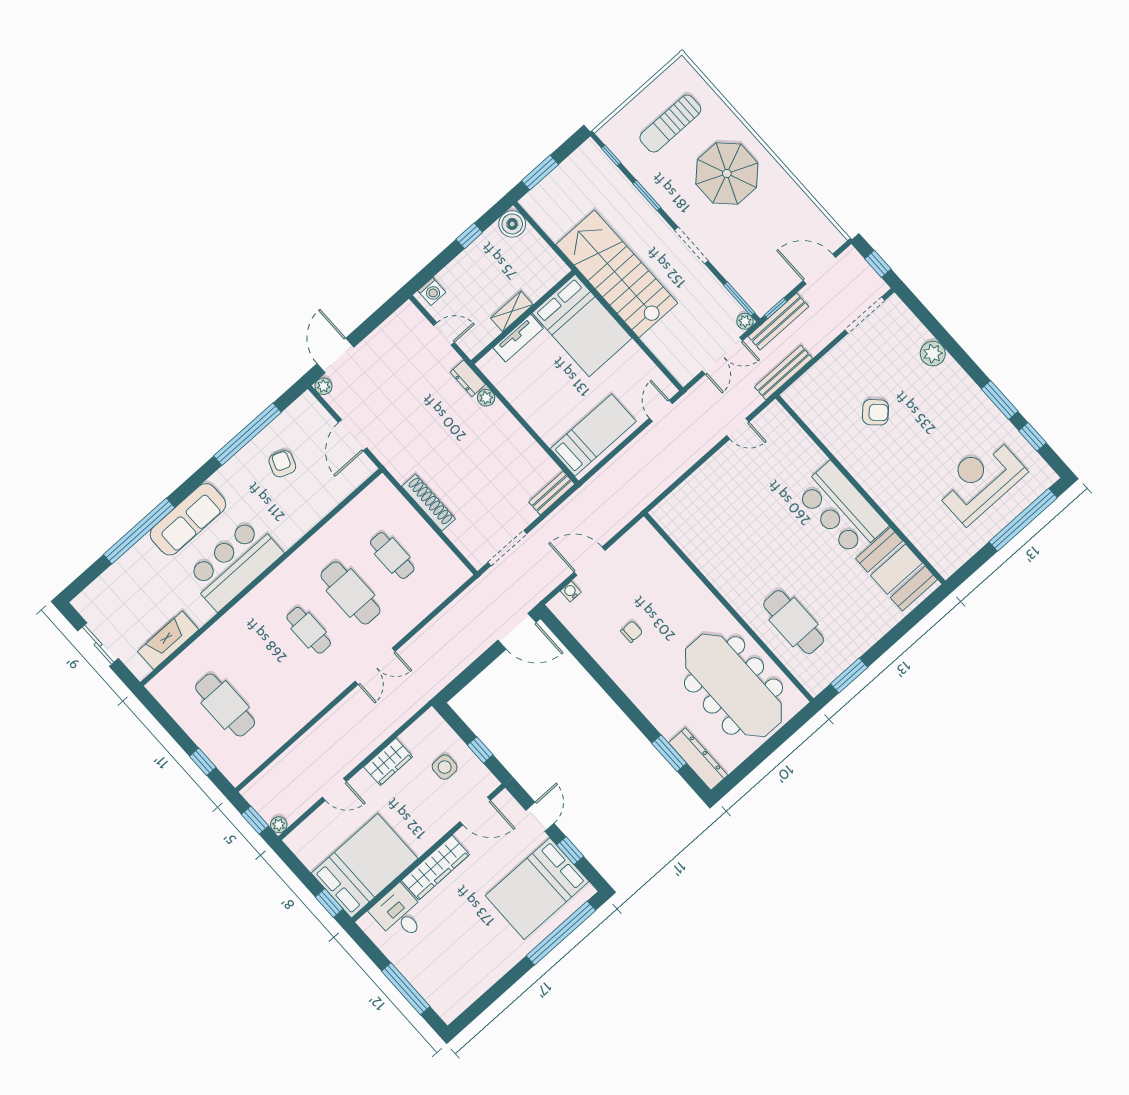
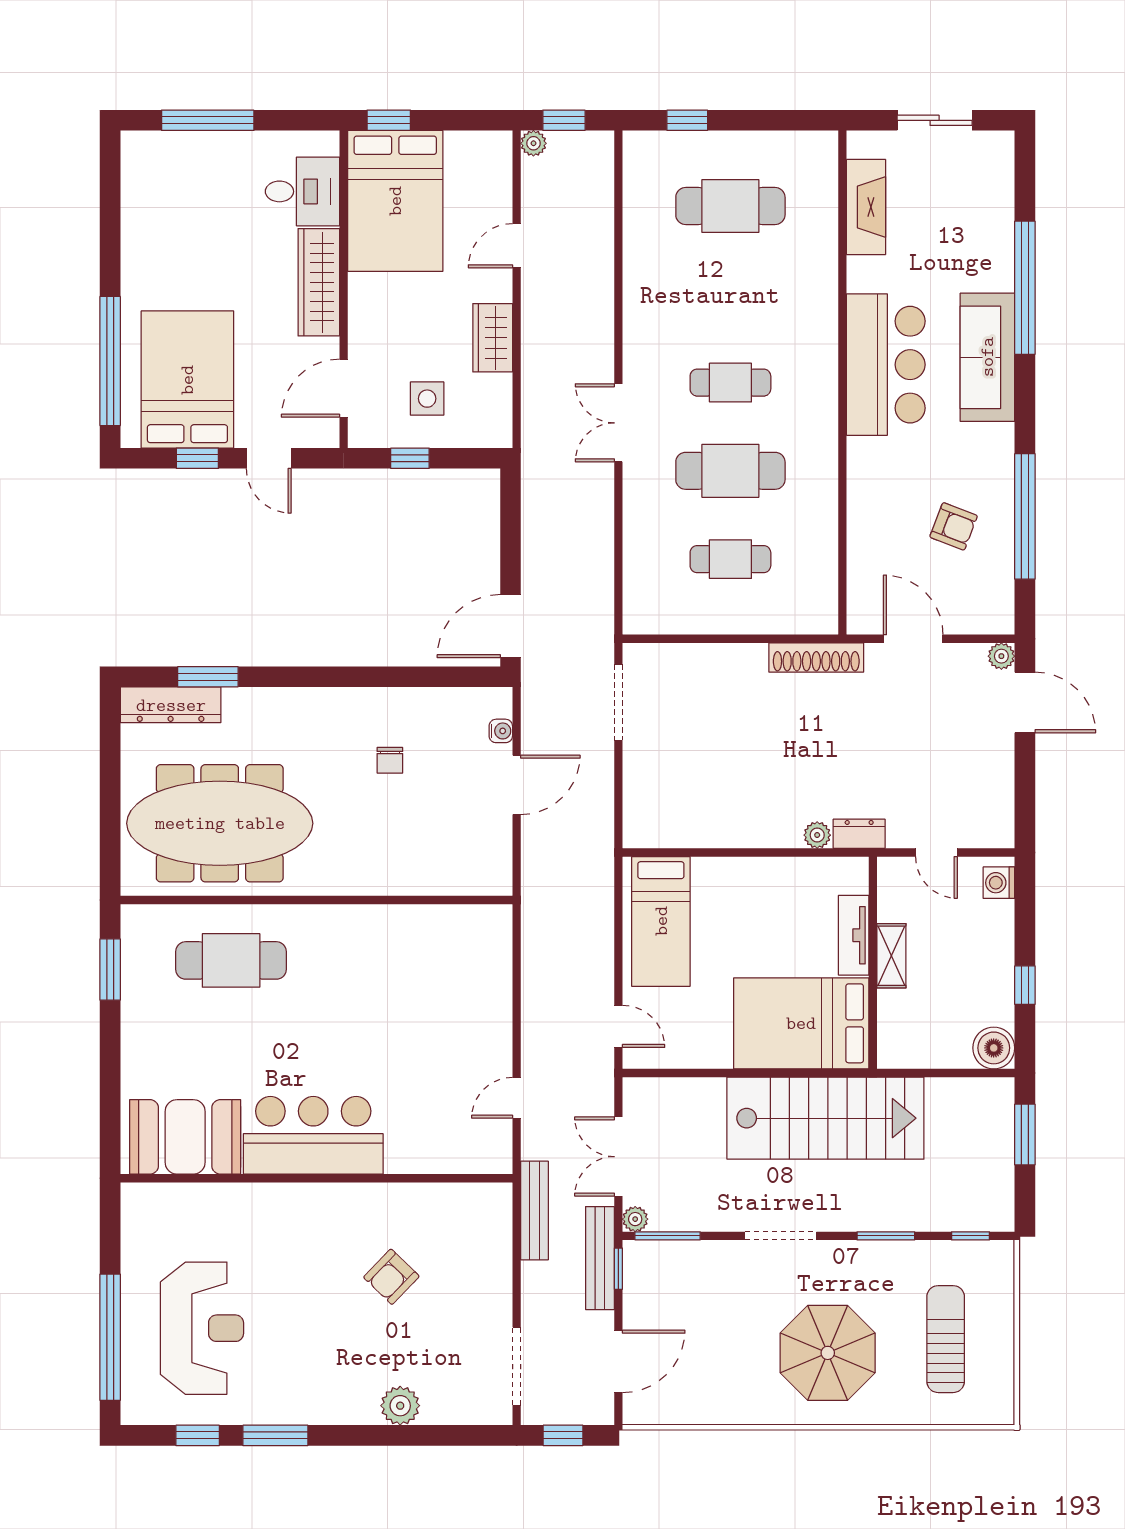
door: (444, 334) -> (936, 852), hinge flipped
bench: (552, 493) -> (636, 812), removed
shoe rack: (429, 503) -> (816, 657), moved

